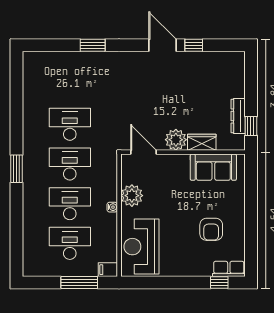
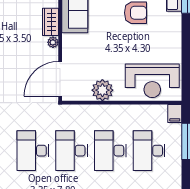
plant: (176, 140) -> (53, 42), width x0.53, depth x0.53
door: (143, 152) -> (60, 79), width x1.36
water cooler: (112, 207) -> (114, 109), removed

